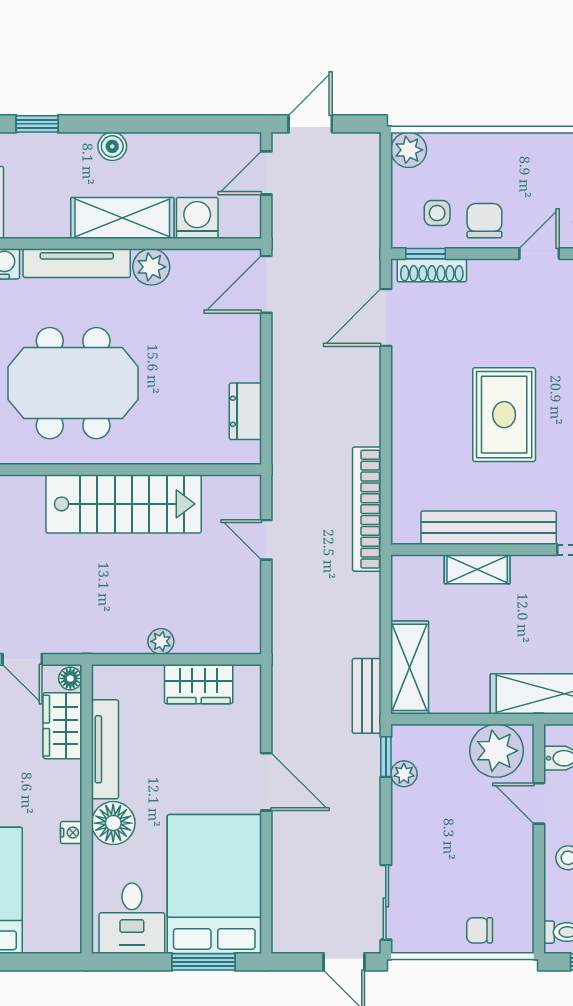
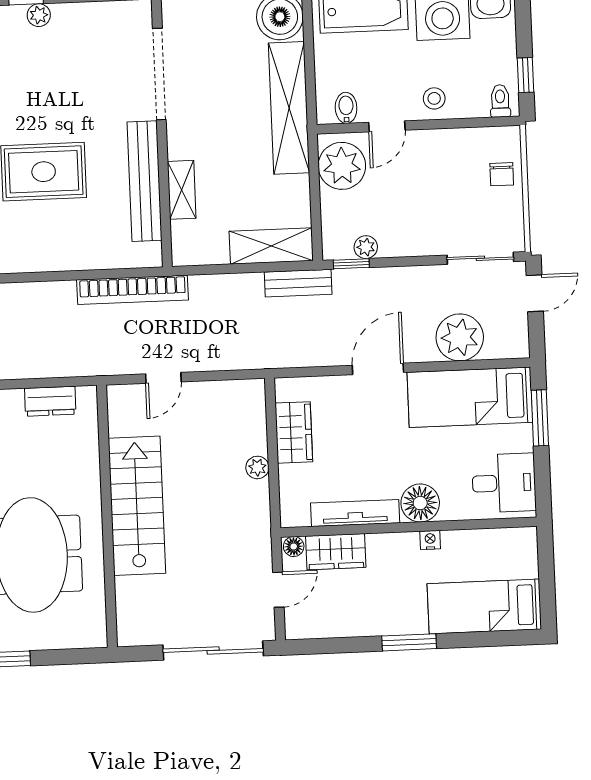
plant: (298, 875) -> (460, 337), added
bed: (214, 884) -> (470, 397), width x0.67

